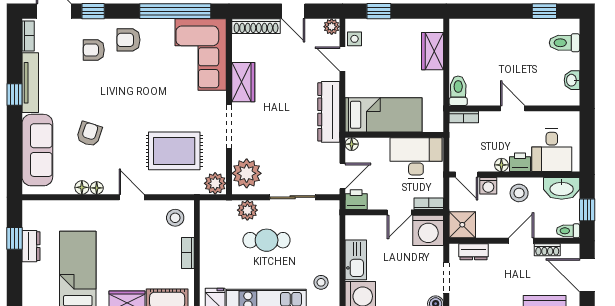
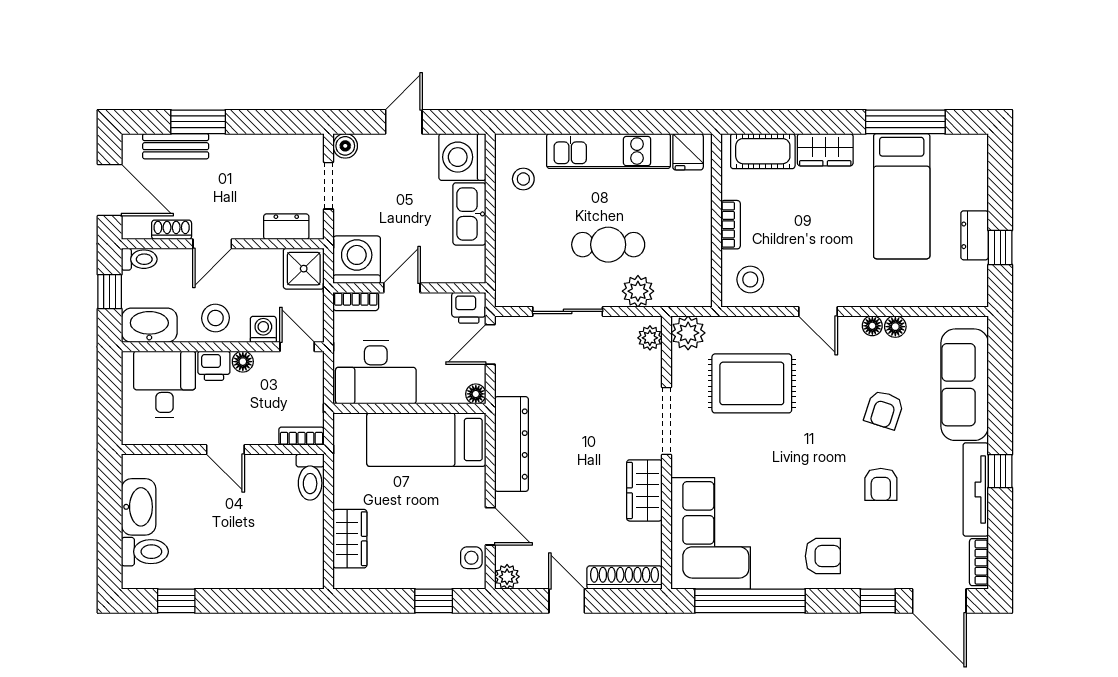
armchair: (94, 50) -> (881, 484), moved, turned 90
washbasin: (572, 80) -> (139, 507), width x1.91, depth x1.45
plant: (247, 173) -> (650, 338), width x0.53, depth x0.53

